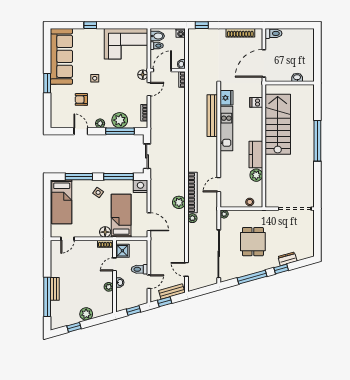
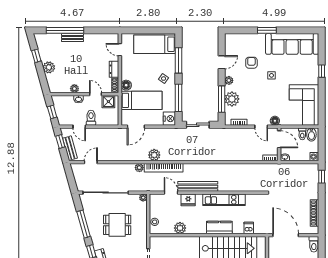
fridge: (226, 98) -> (188, 200), moved
bench: (212, 116) -> (198, 186), moved
kitchen counter: (256, 154) -> (219, 228), moved
dresser: (88, 245) -> (114, 69), added

